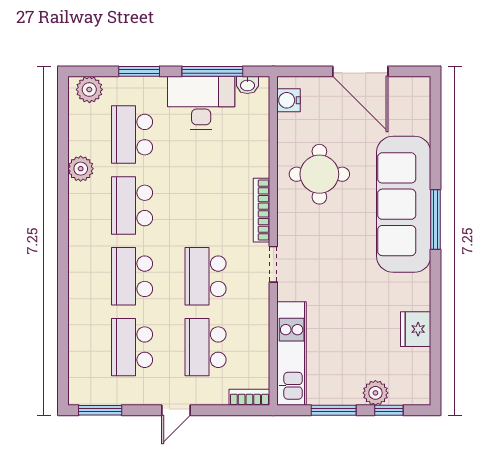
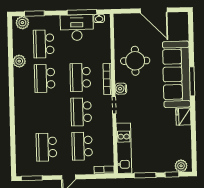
window: (139, 71) -> (34, 14), moved
water cooler: (289, 100) -> (121, 89), moved
school desk: (132, 276) -> (80, 77), moved
fridge: (416, 329) -> (183, 117), moved
plant: (375, 393) -> (181, 166), moved

